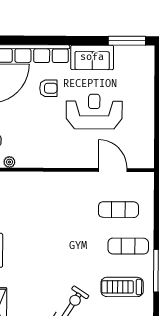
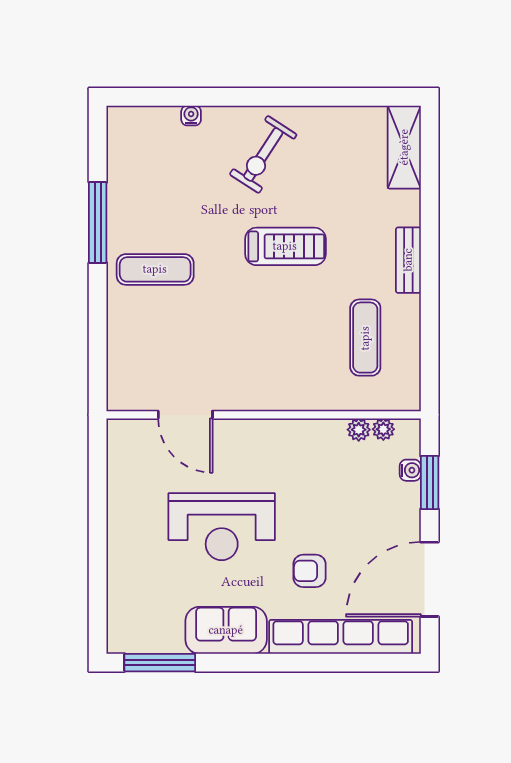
plant: (22, 162) -> (359, 430), added
exercise mat: (118, 210) -> (365, 338), moved, turned 90
treadmill: (122, 287) -> (285, 246), moved

